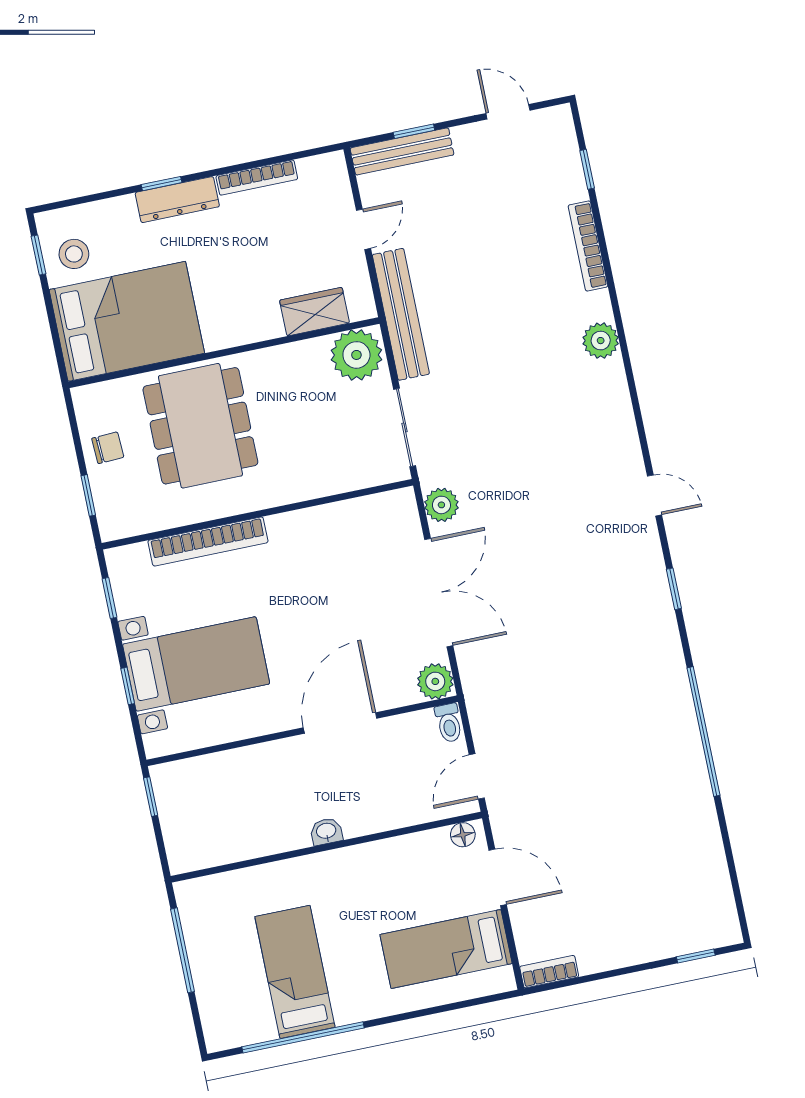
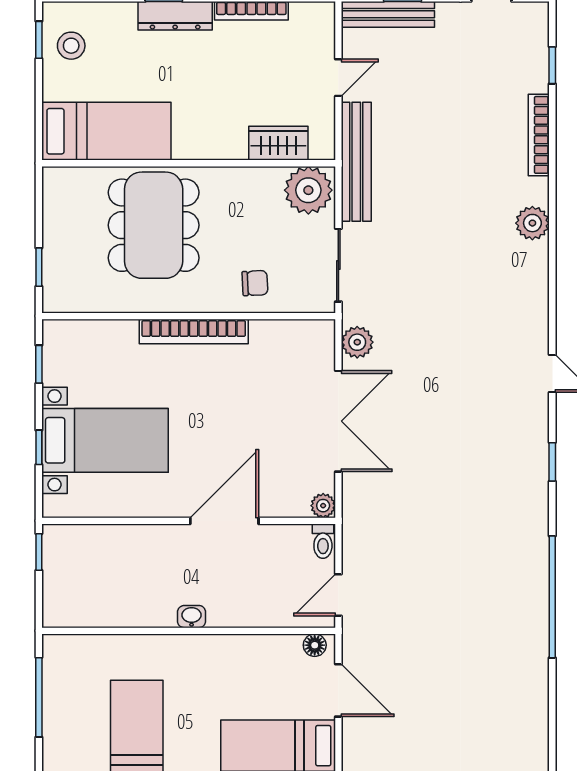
bed: (127, 321) -> (106, 131), width x0.67
chair: (108, 448) -> (255, 283), moved
bookcase: (208, 541) -> (194, 331), moved
plant: (435, 681) -> (323, 506), width x0.73, depth x0.73

